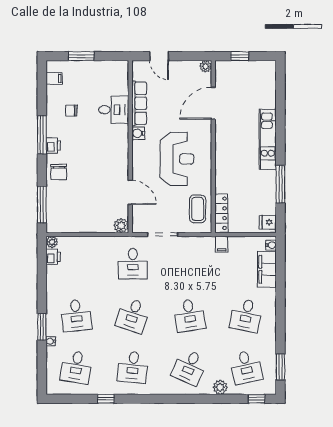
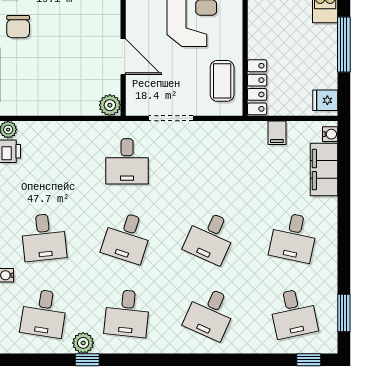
filing cabinet: (222, 244) -> (277, 133), moved
desk: (189, 315) -> (210, 237), turned 33
plant: (220, 387) -> (83, 343), moved

